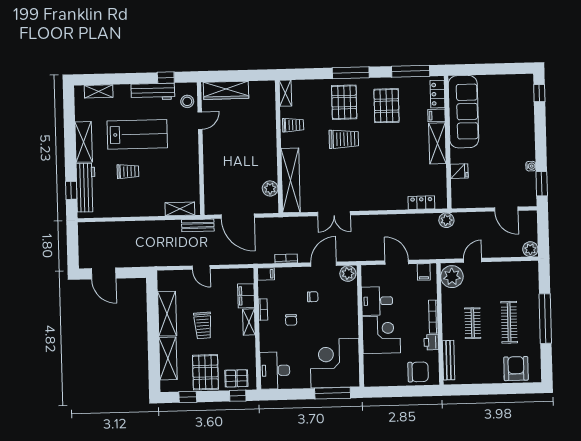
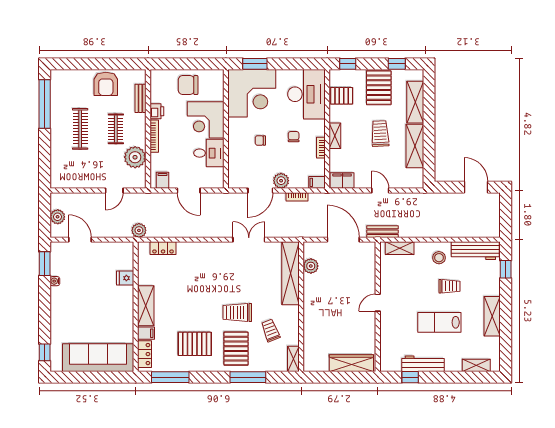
window: (351, 73) -> (248, 377), moved
stool: (187, 101) -> (439, 258), moved
pallet: (386, 106) -> (195, 344), turned 90
sofa: (463, 112) -> (98, 358), moved, turned 90
door: (200, 121) -> (378, 303), moved
trolley: (293, 125) -> (271, 330), moved, turned 69
lab bench: (137, 134) -> (439, 322), width x0.73, depth x0.72
trolley: (128, 171) -> (450, 286), turned 180
workbench: (86, 188) -> (475, 251), moved, turned -90
plant: (530, 249) -> (58, 217), moved
plant: (348, 274) -> (281, 181), moved
plant: (452, 277) -> (135, 157), moved
filing cabinet: (246, 296) -> (342, 181), moved, turned -90
chair: (313, 297) -> (260, 140), moved
window: (545, 319) -> (45, 104), moved
bench: (449, 360) -> (140, 98), width x0.73
armchair: (516, 369) -> (106, 84), moved
desk: (275, 370) -> (306, 94), width x1.36, depth x1.30
chair: (418, 372) -> (188, 85), moved
pallet: (236, 378) -> (342, 96), moved
window: (333, 393) -> (255, 64), width x0.69

